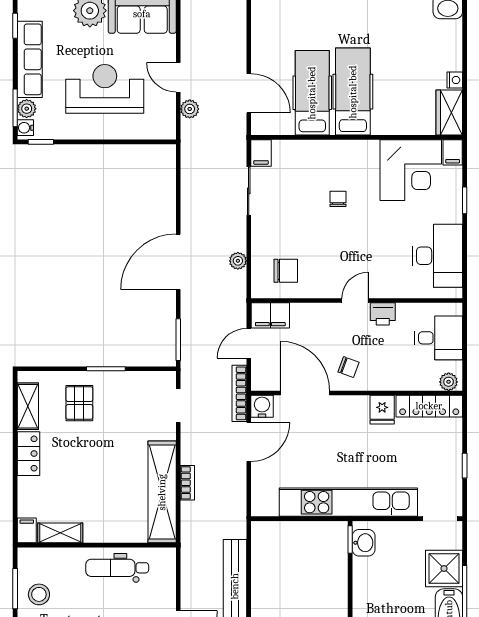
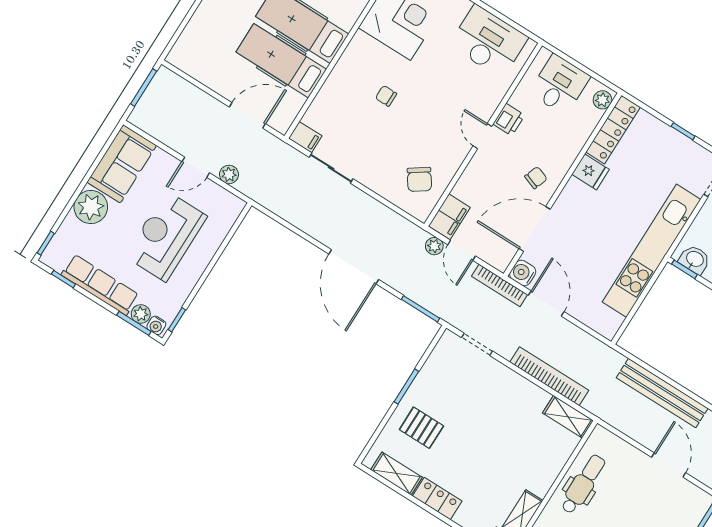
plant: (238, 261) -> (434, 246), moved
chair: (286, 271) -> (419, 179), turned 145
bookcase: (187, 483) -> (549, 376), width x2.31, depth x1.31
shelving: (162, 492) -> (568, 417), width x0.45, depth x0.75
dental chair: (117, 568) -> (583, 484), turned 180

